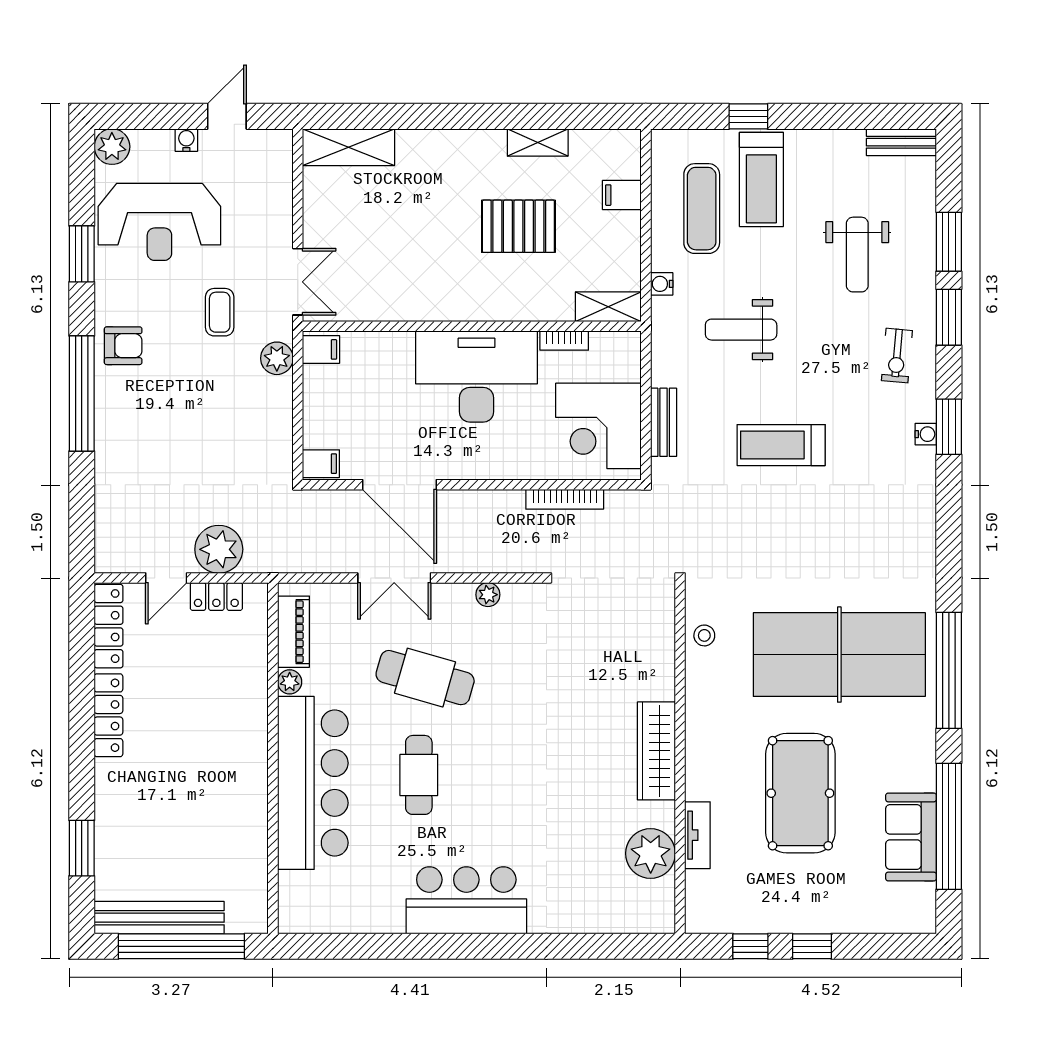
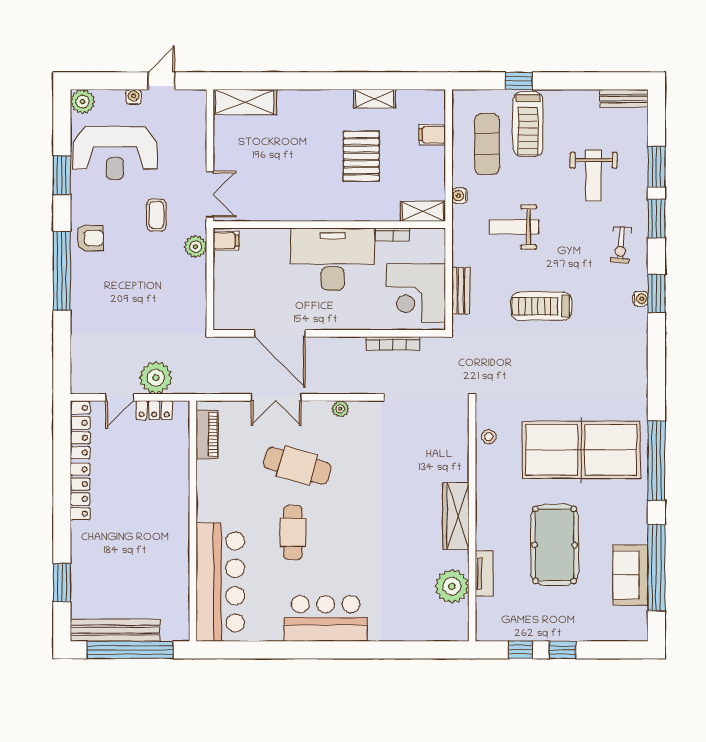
pallet: (518, 226) -> (361, 156), turned 90
filing cabinet: (321, 464) -> (226, 319), removed
plant: (290, 682) -> (204, 469), removed
bar counter: (313, 783) -> (220, 582), moved

